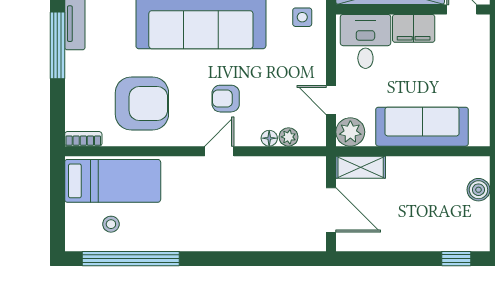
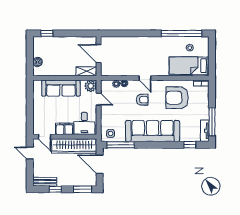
door: (219, 151) -> (145, 78), hinge flipped

